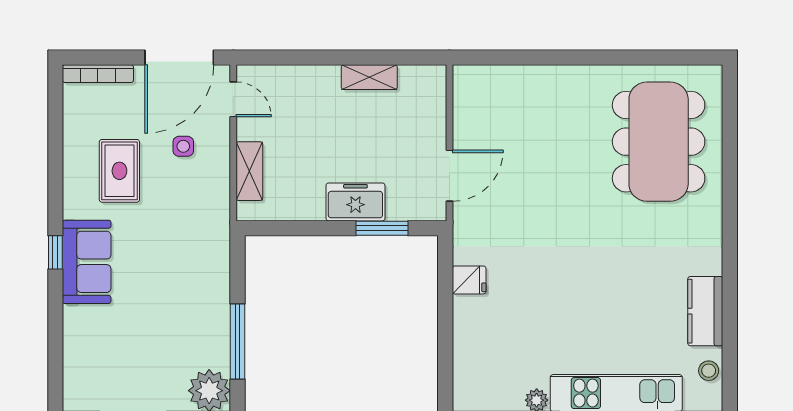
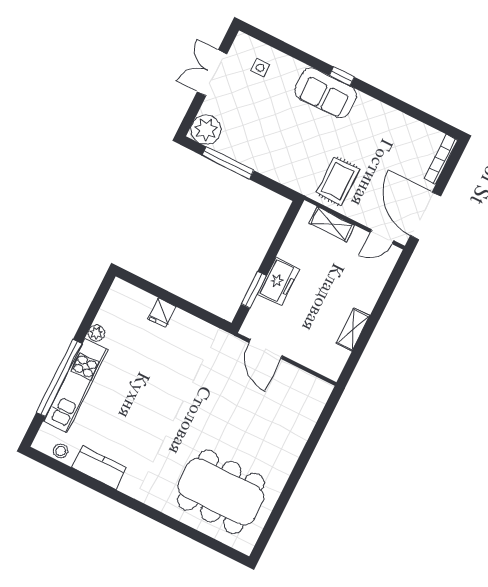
side table: (183, 146) -> (260, 68), moved
rug: (119, 171) -> (338, 181), moved, turned 90
fridge: (469, 280) -> (162, 313), moved

